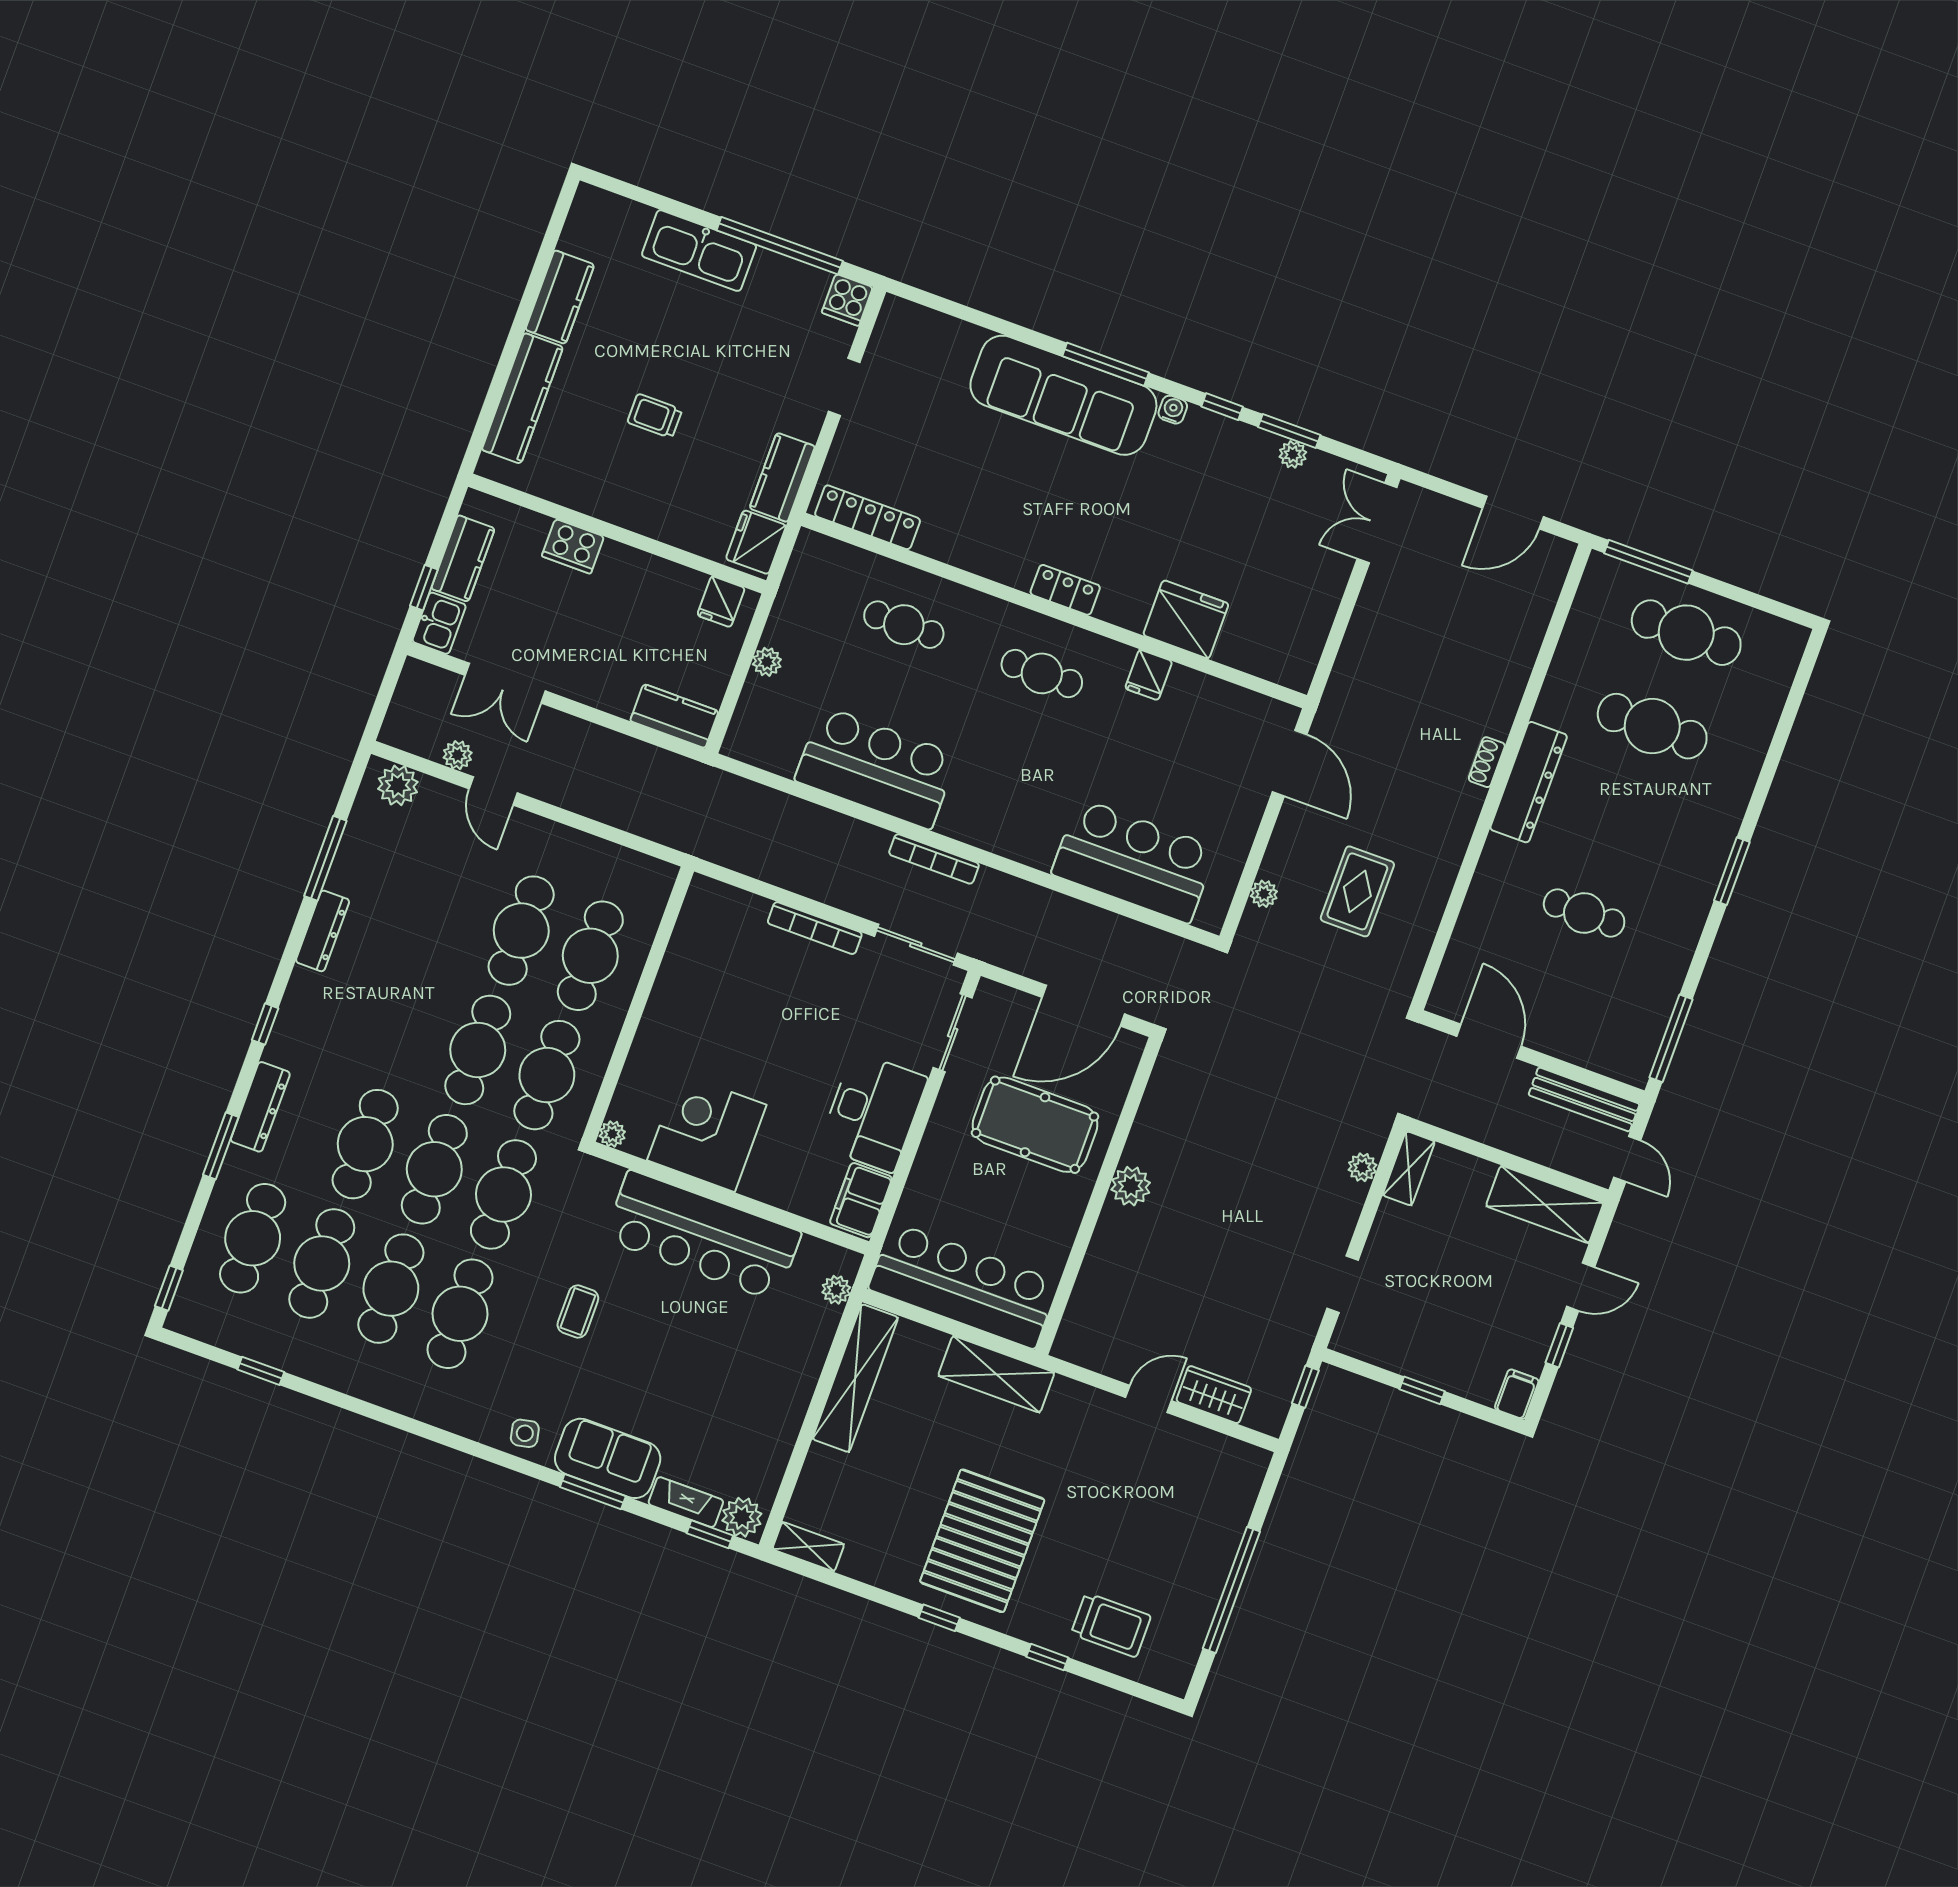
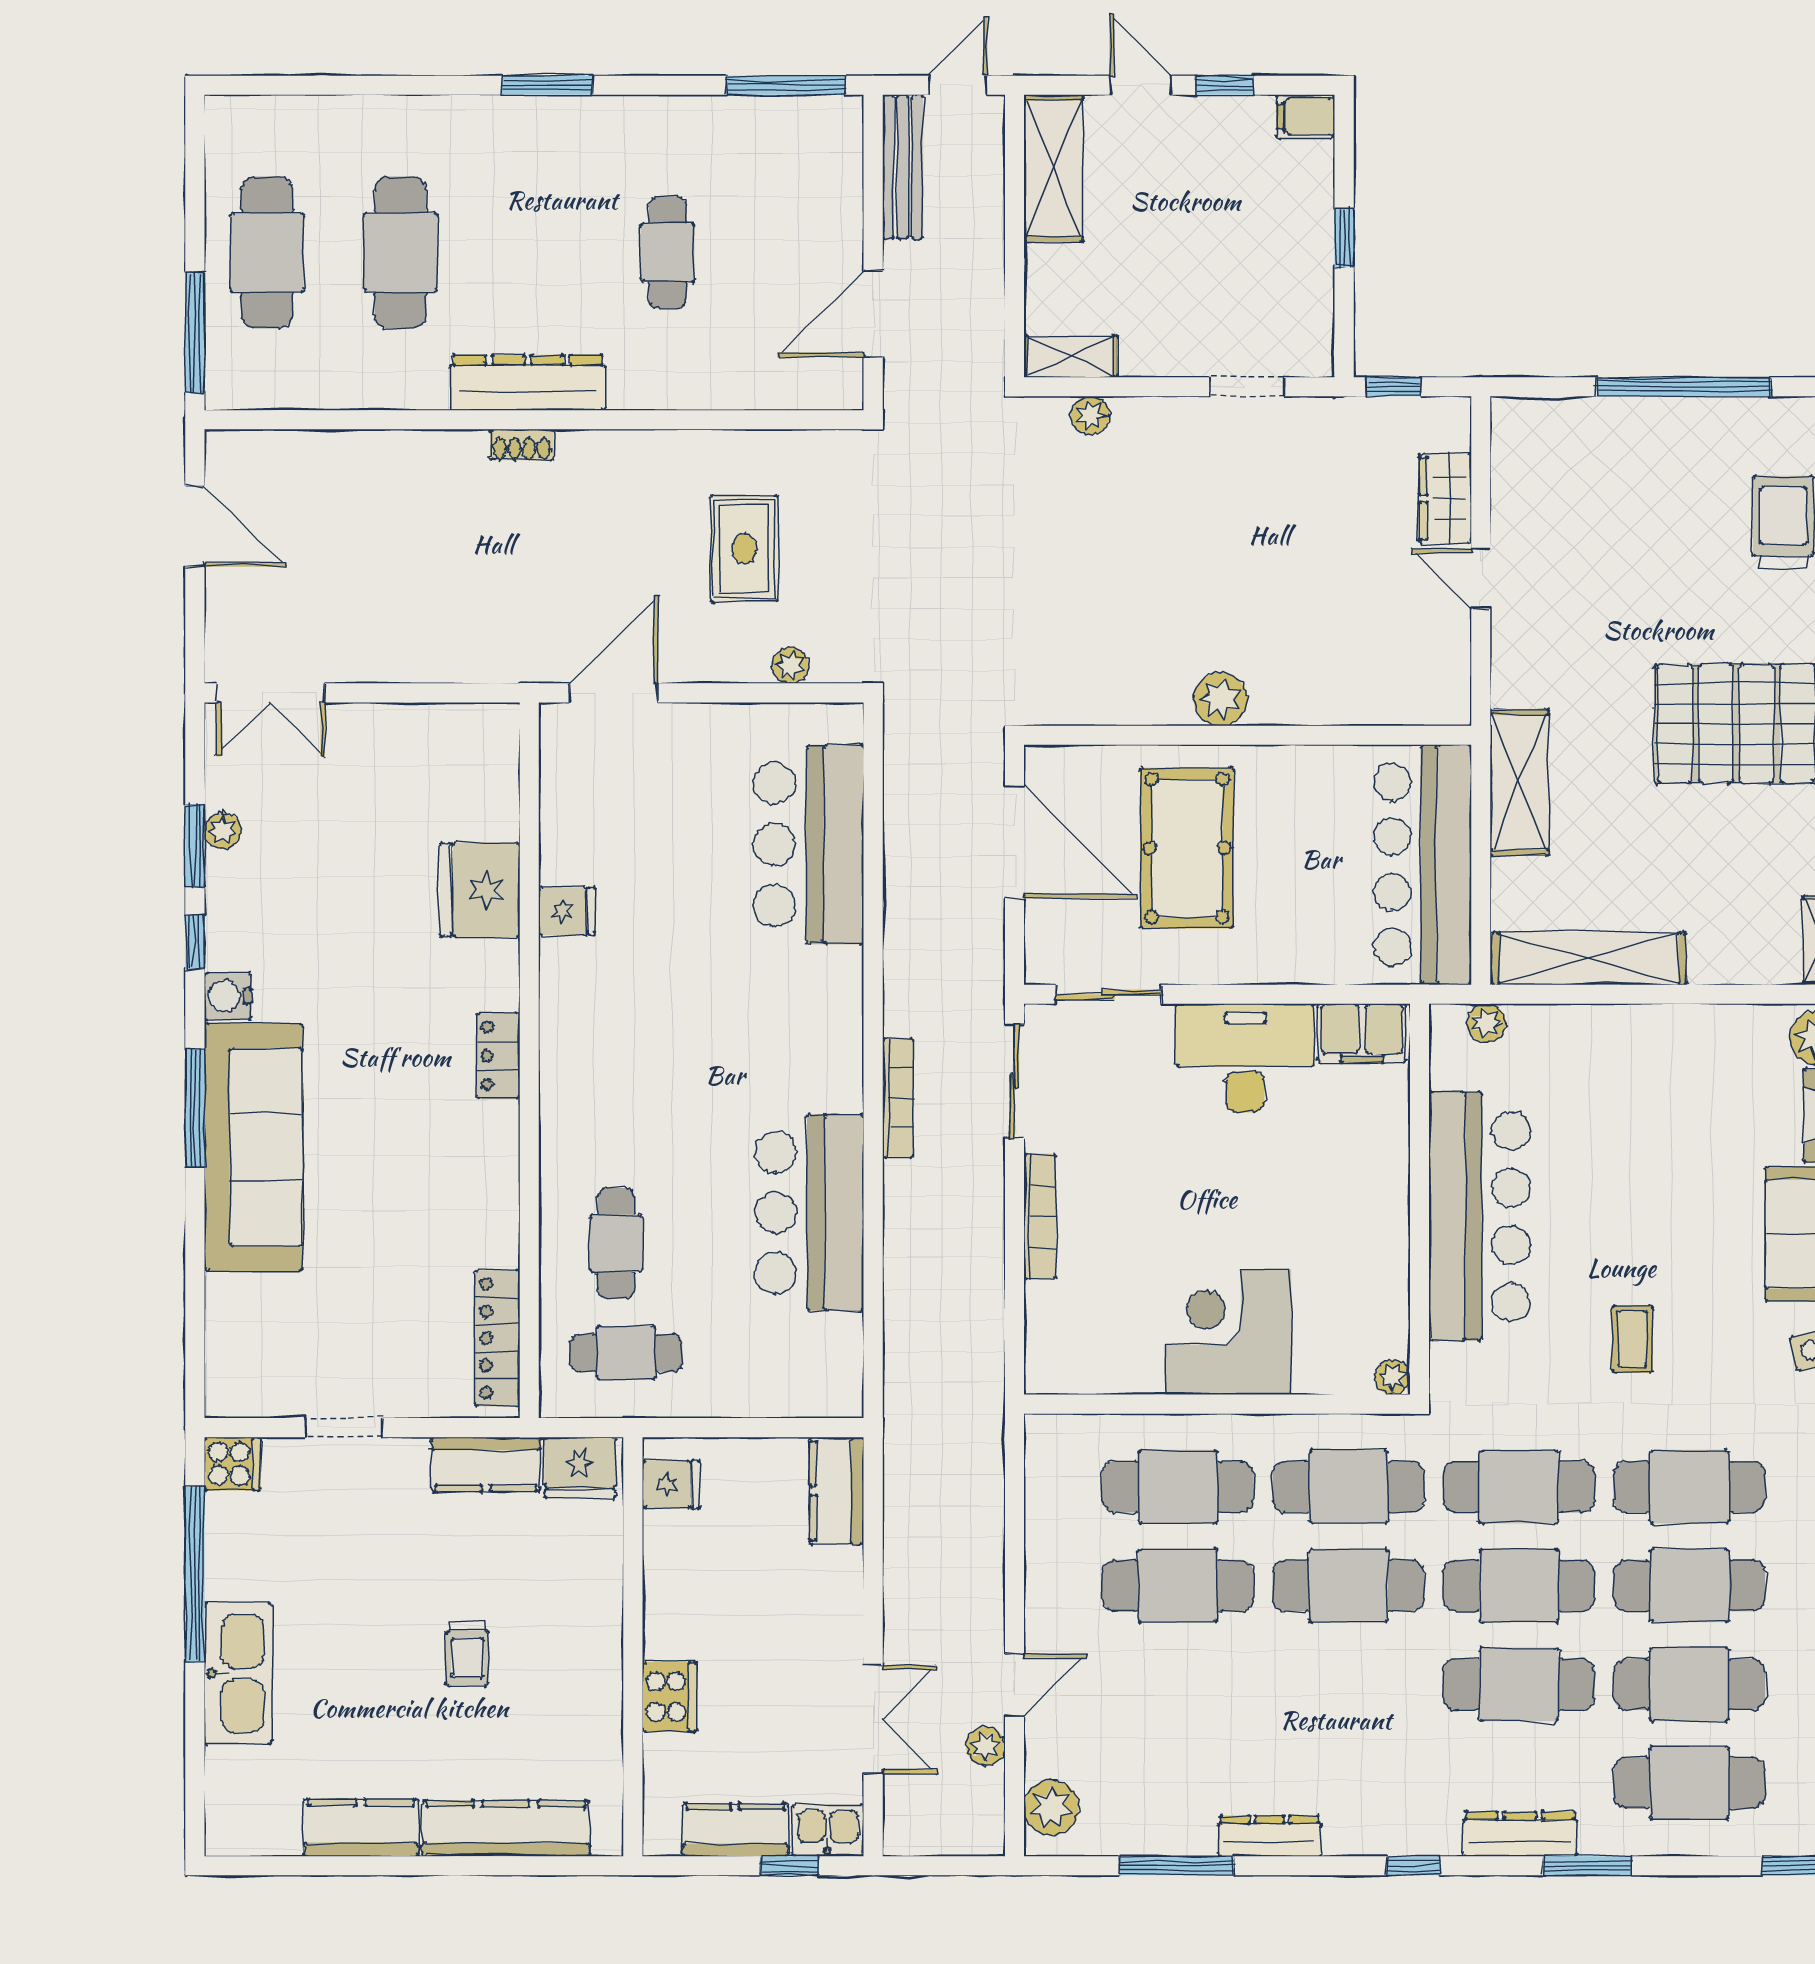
water cooler: (1173, 410) -> (228, 996), width x1.38, depth x1.38
plant: (767, 662) -> (726, 1399), removed
cafe table: (1042, 673) -> (626, 1353), moved, turned 90
rug: (1357, 891) -> (744, 548), turned 90
corner desk: (707, 1133) -> (1228, 1332), moved, turned 90
coffee table: (578, 1311) -> (1632, 1339), turned 90

